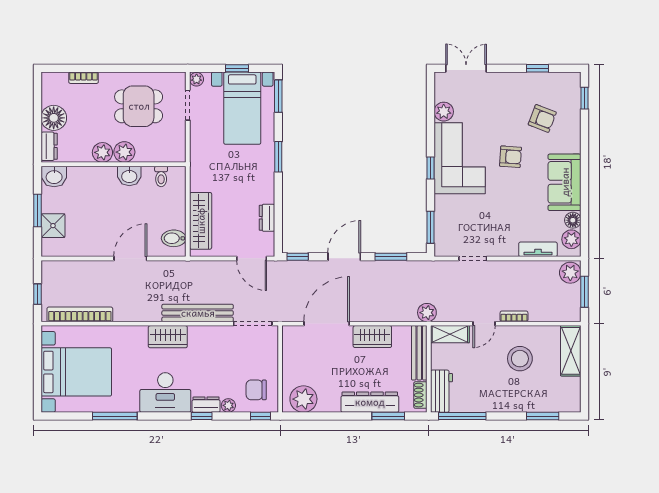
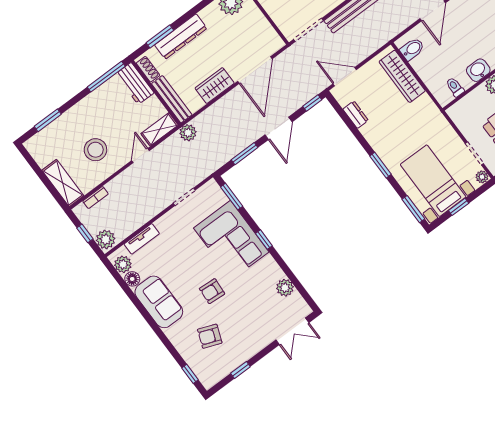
corner sofa: (460, 158) -> (231, 240), moved
window: (585, 292) -> (85, 233), width x0.67
bookcase: (514, 316) -> (96, 198), moved

